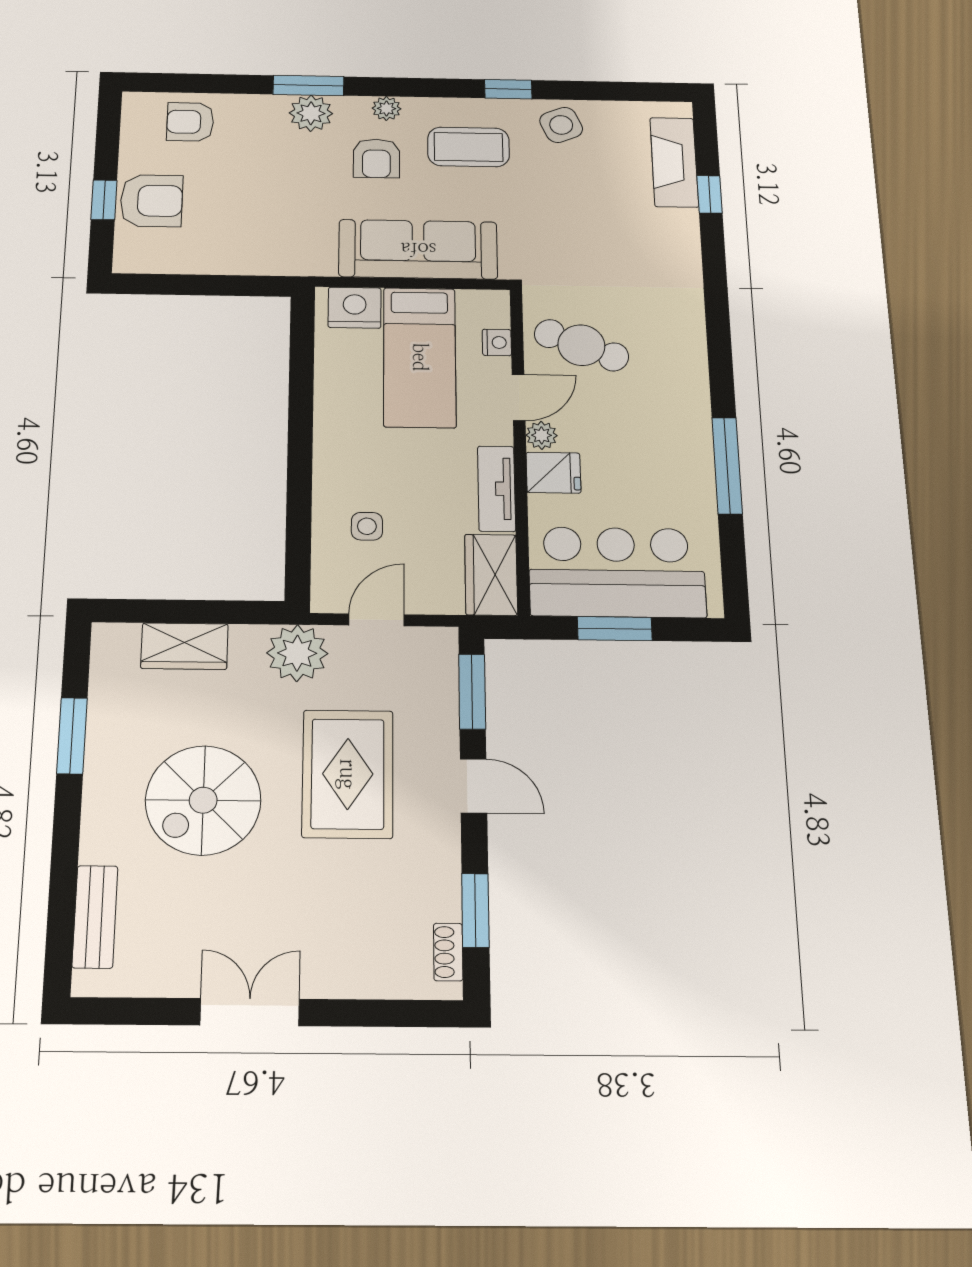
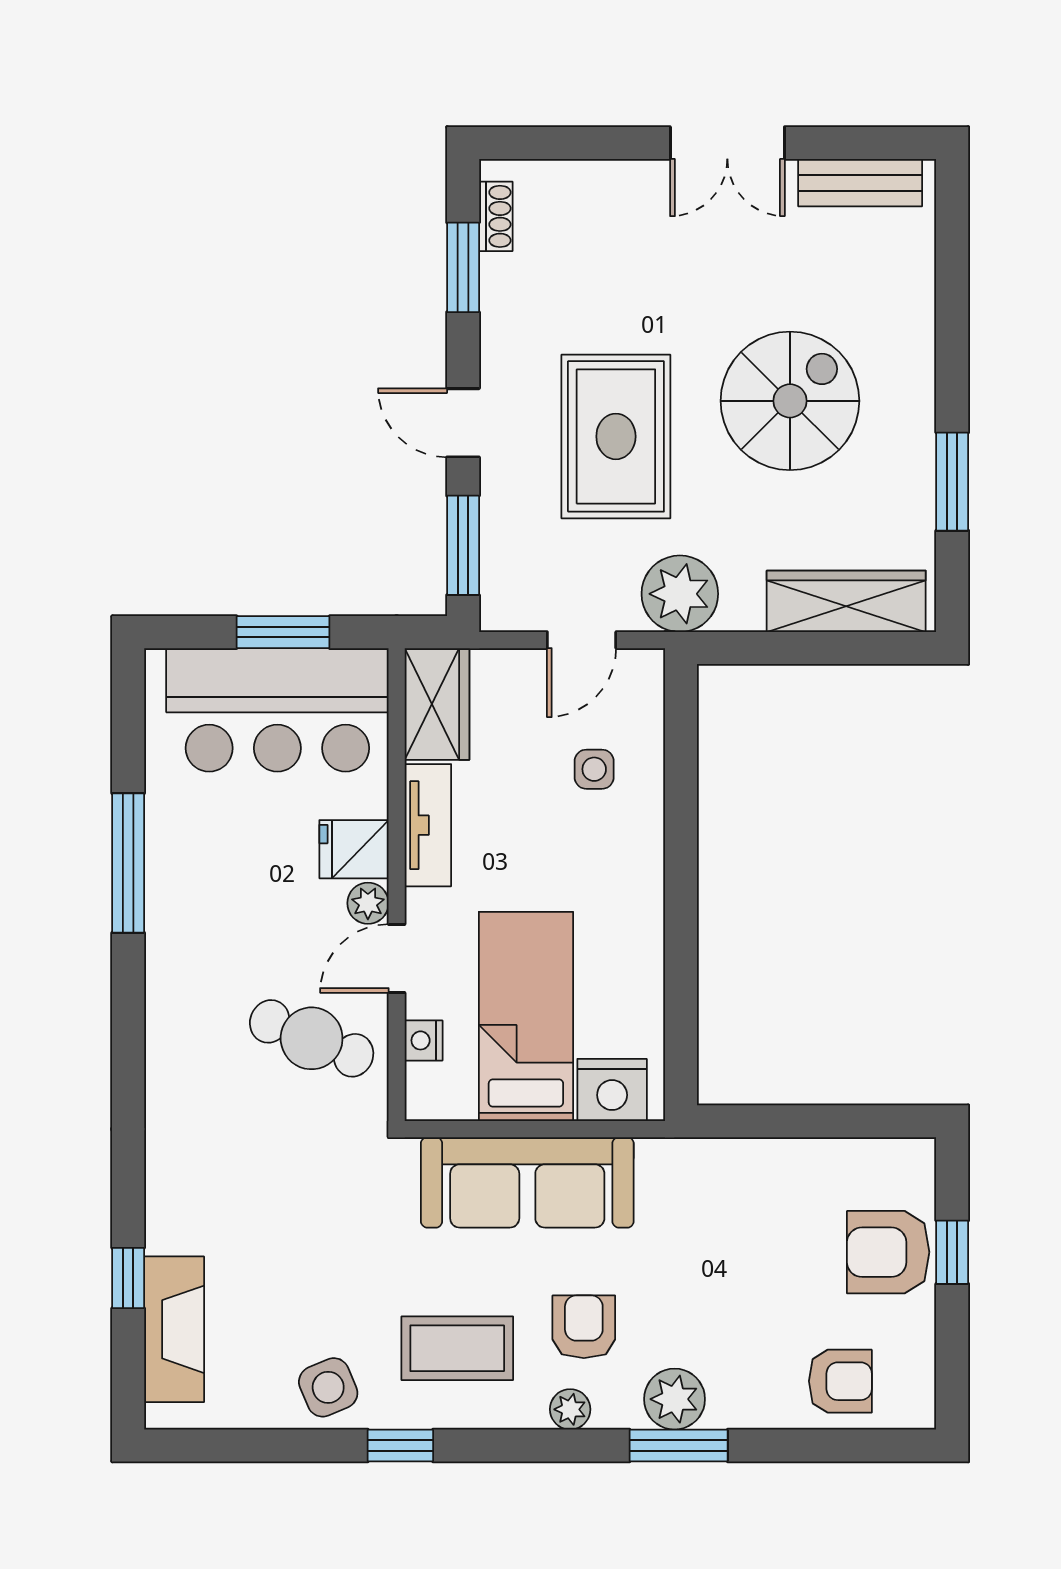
wardrobe: (185, 646) -> (846, 601), width x1.50
bench: (95, 917) -> (860, 183), moved, turned 90

